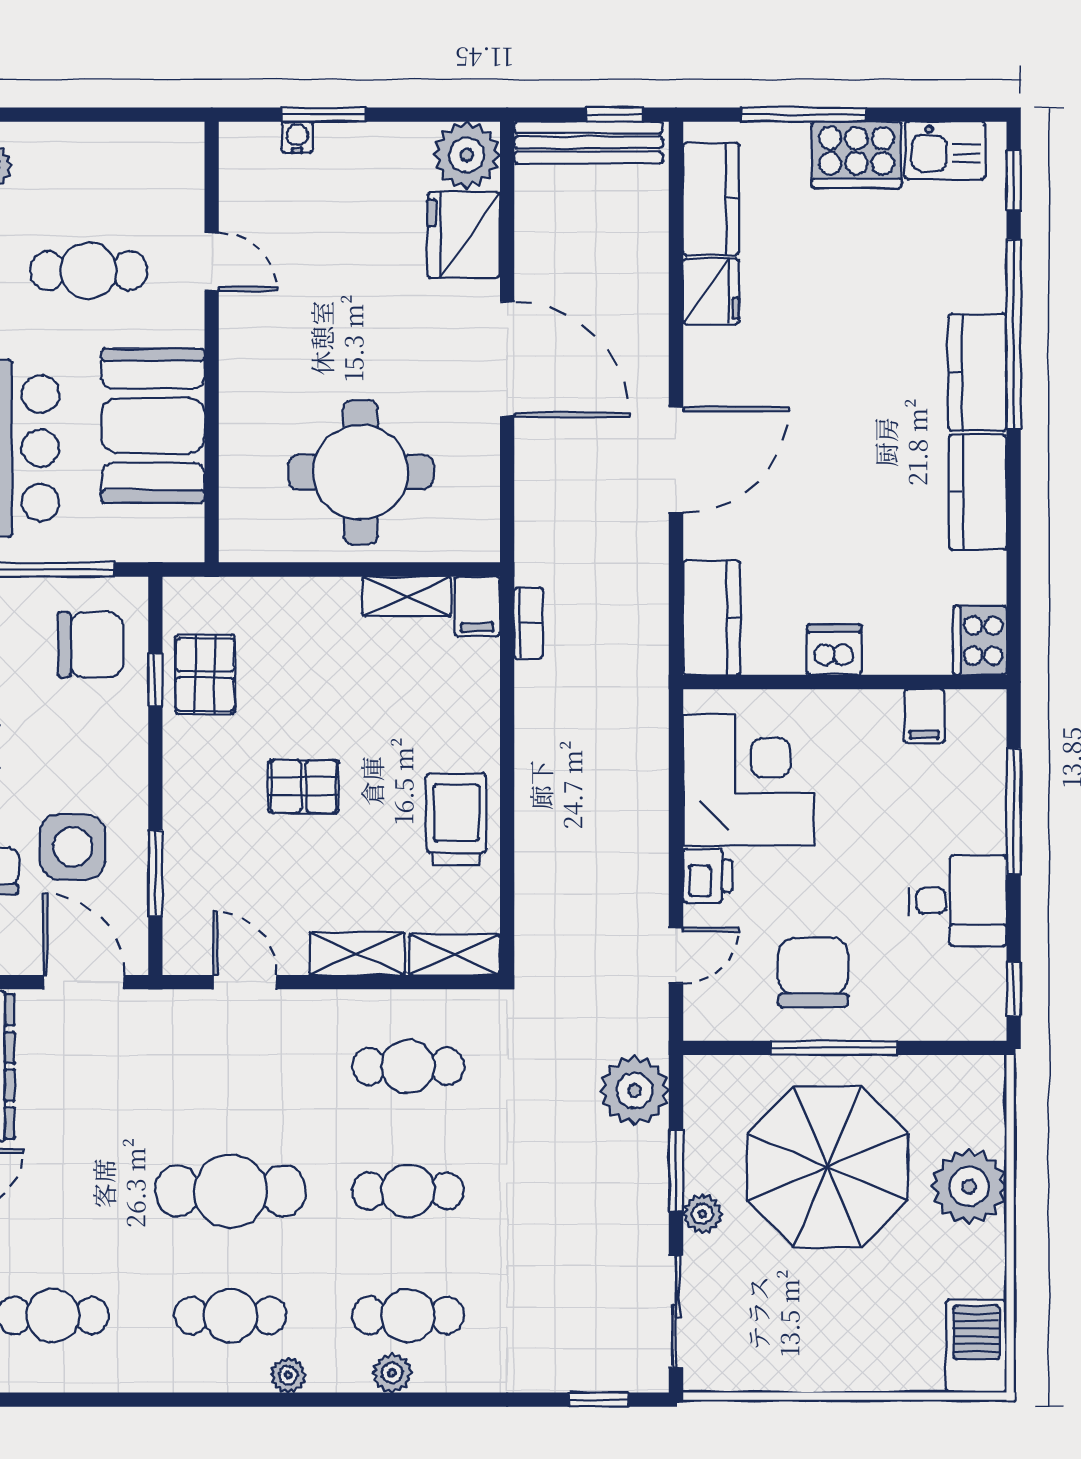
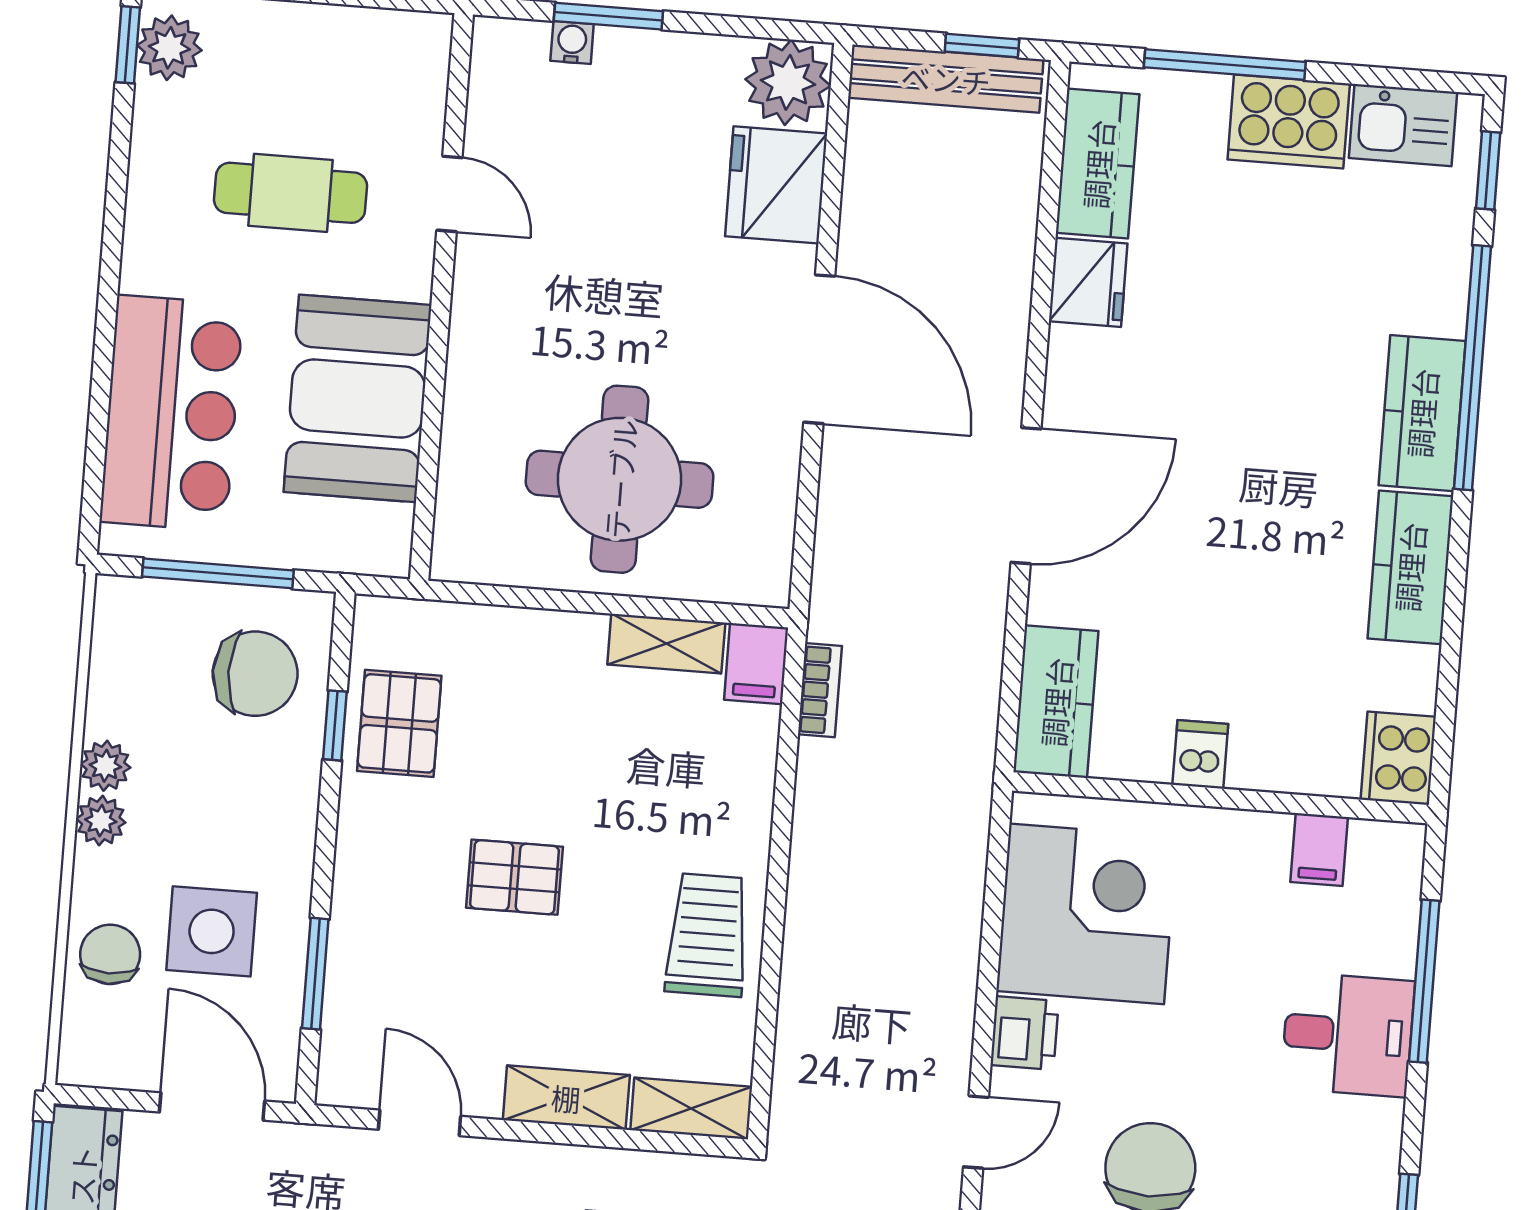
dishwasher: (834, 650) -> (1200, 754), width x0.73
desk: (958, 901) -> (1348, 1035), moved

